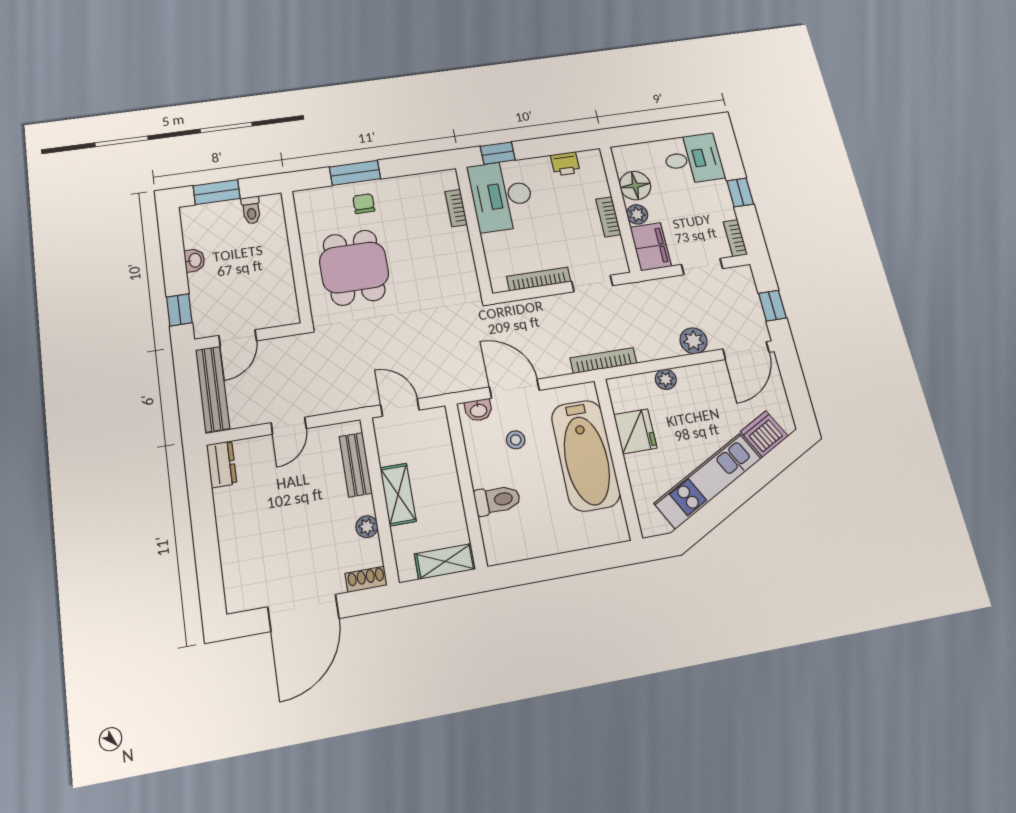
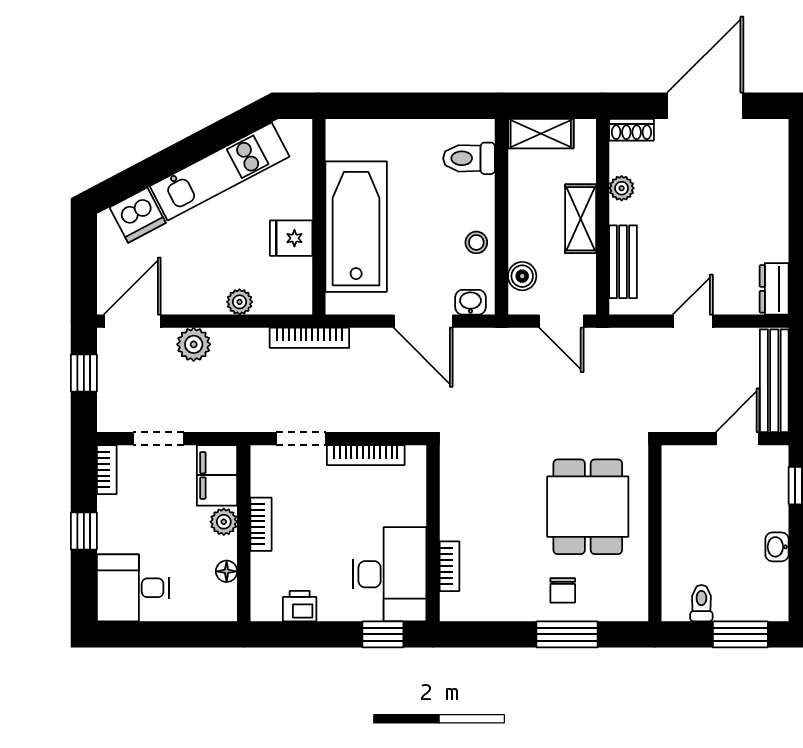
floor lamp: (635, 186) -> (227, 571), width x0.53, depth x0.53
fridge: (635, 431) -> (291, 238), width x0.72
boiler: (439, 438) -> (522, 276), added
stool: (516, 440) -> (476, 242), moved
toilet: (497, 500) -> (469, 158), moved

